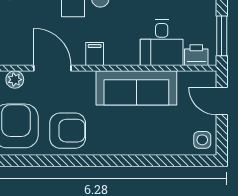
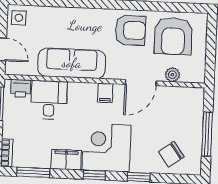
door: (52, 68) -> (141, 83), hinge flipped
armchair: (68, 131) -> (130, 30), turned 180

